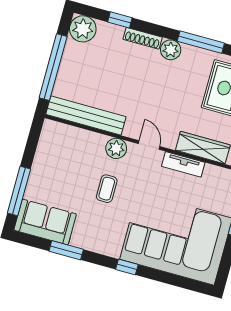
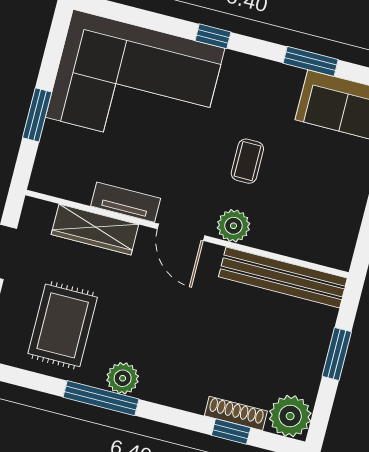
shoe rack: (143, 38) -> (236, 413), moved
plant: (171, 50) -> (123, 378), moved
window: (53, 67) -> (337, 354), width x0.47
door: (149, 145) -> (181, 232), width x1.38

